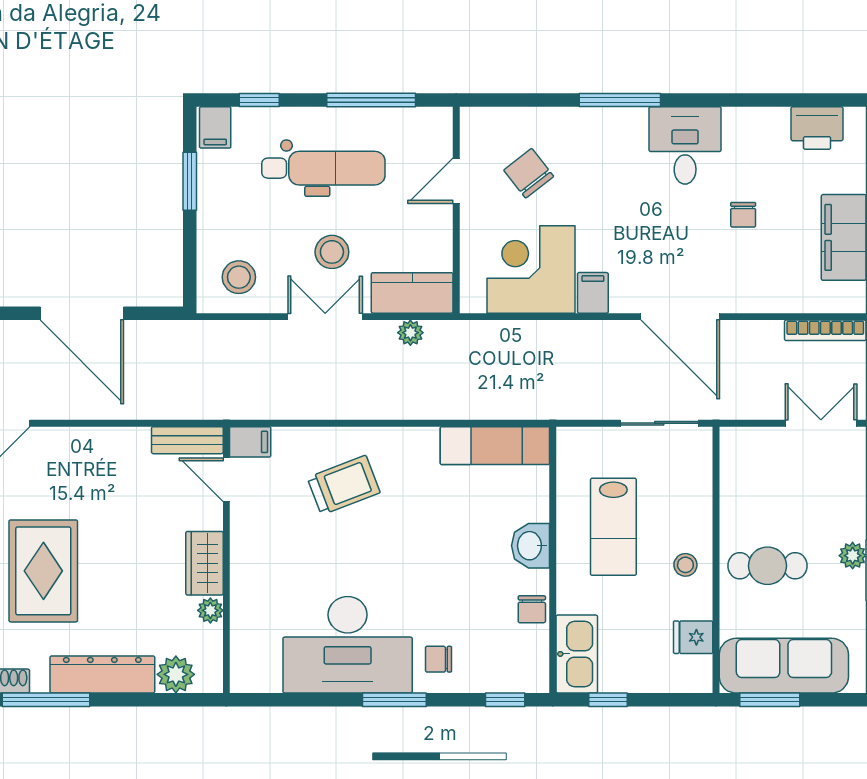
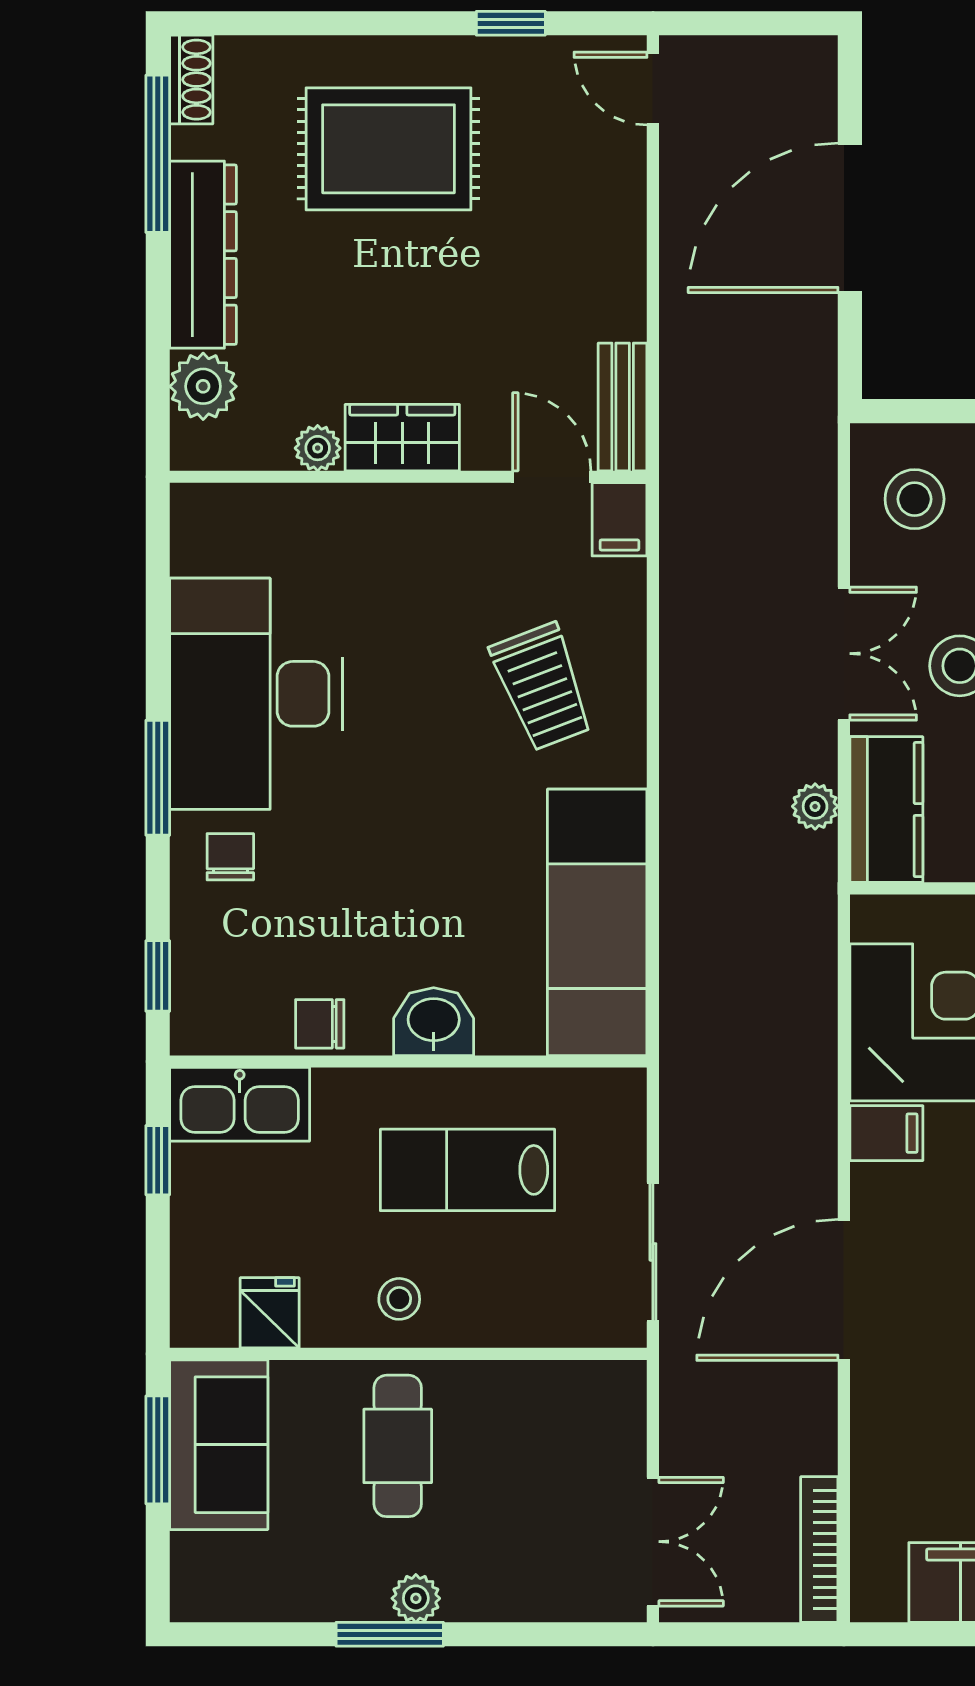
exam couch: (495, 446) -> (597, 922), width x1.36, depth x1.45
door: (226, 480) -> (552, 477), hinge flipped
sofa: (784, 666) -> (219, 1445), width x0.73

